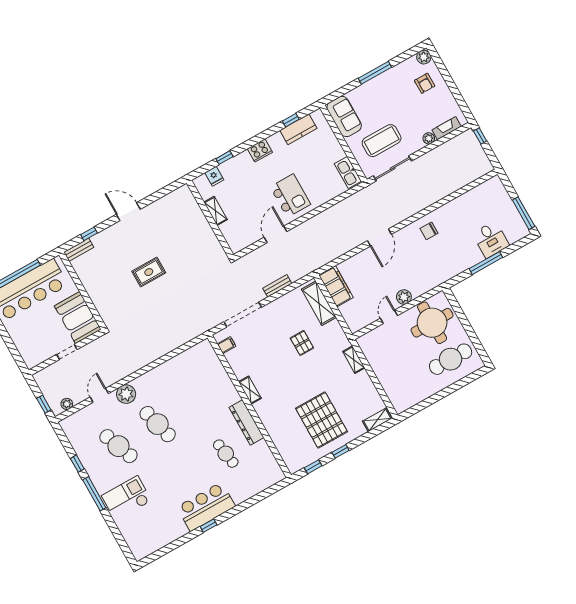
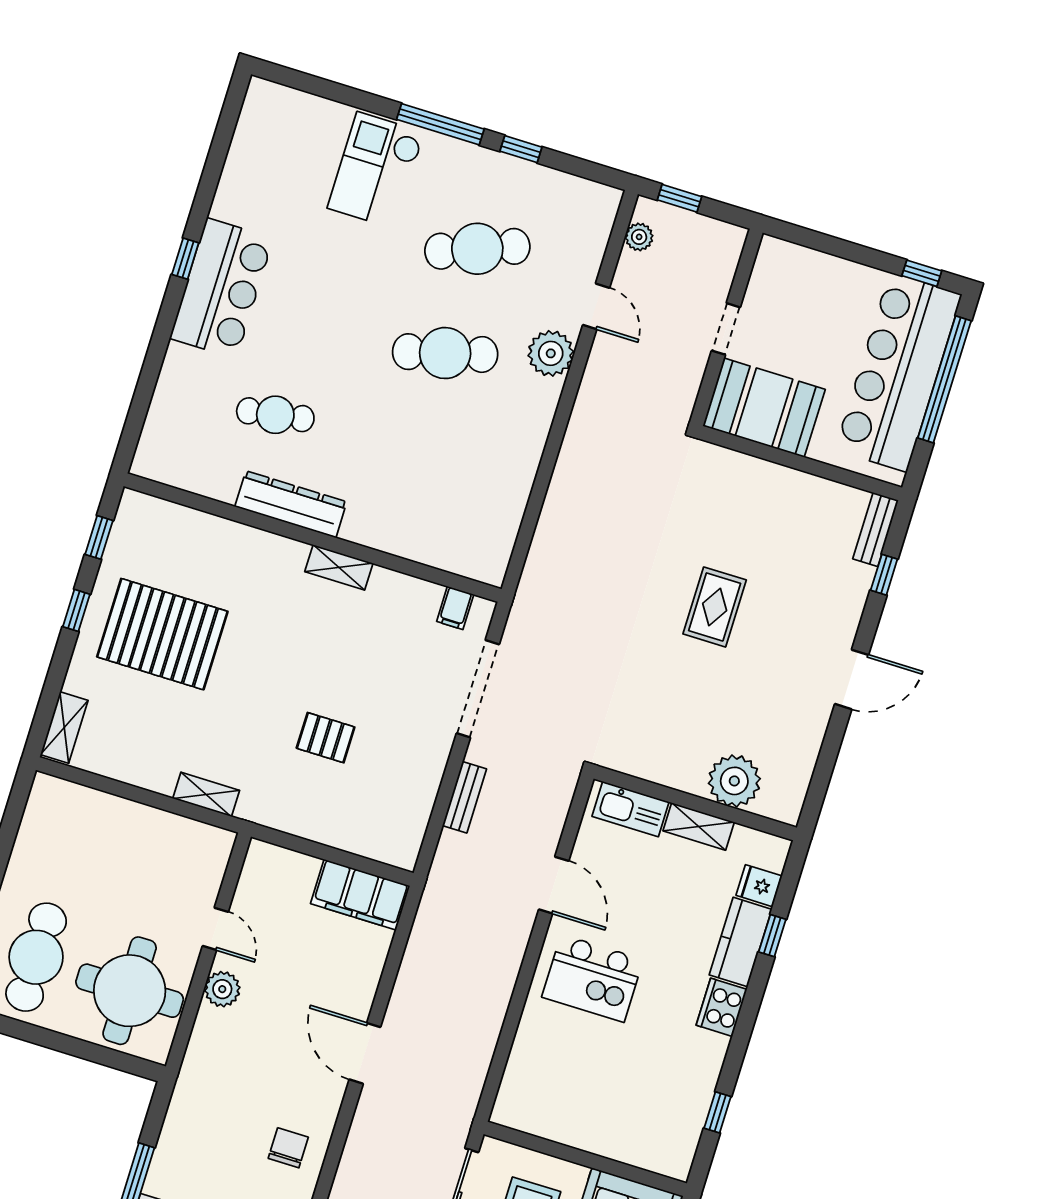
kitchen counter: (298, 129) -> (740, 942), moved
kitchen sink: (348, 173) -> (631, 809), moved, turned 180
plant: (192, 214) -> (734, 781), added
shelving: (319, 303) -> (362, 836), removed
checkout: (127, 498) -> (376, 170), turned 180

